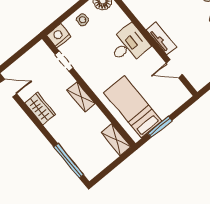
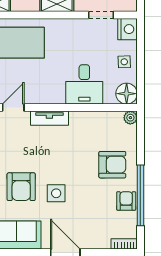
desk: (129, 45) -> (84, 84), moved

